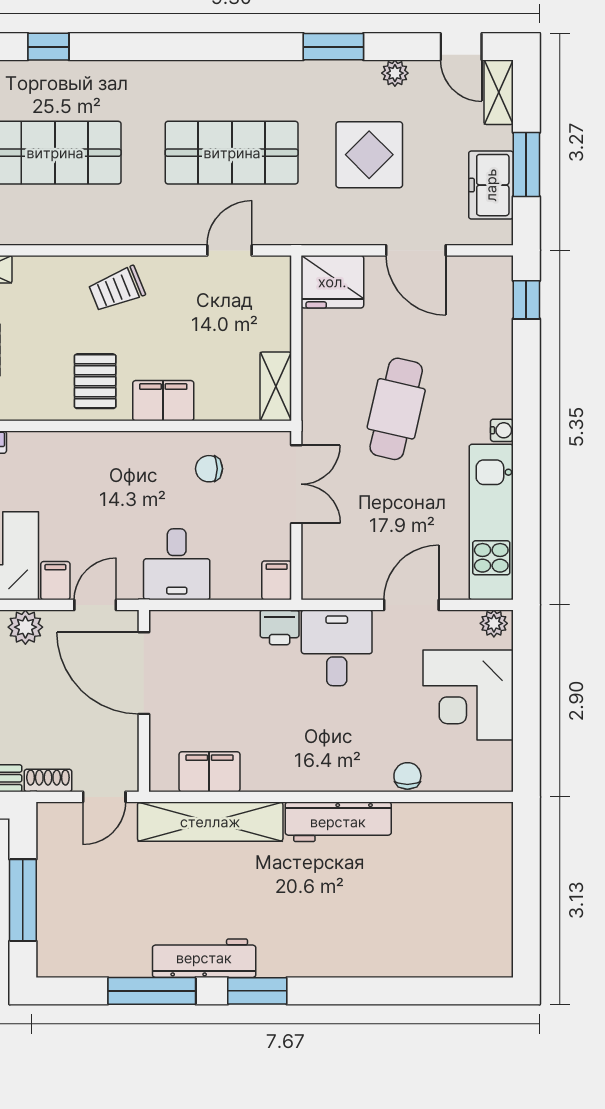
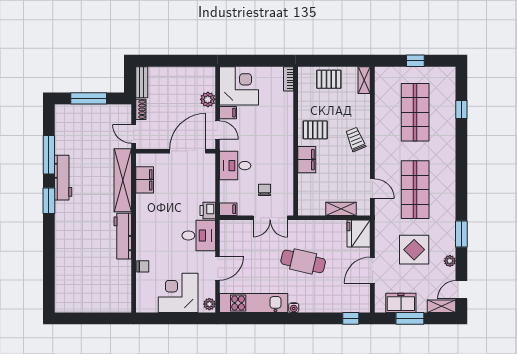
shelving: (276, 386) -> (341, 209), moved
chair: (209, 469) -> (264, 190), moved
door: (411, 605) -> (218, 268), hinge flipped

